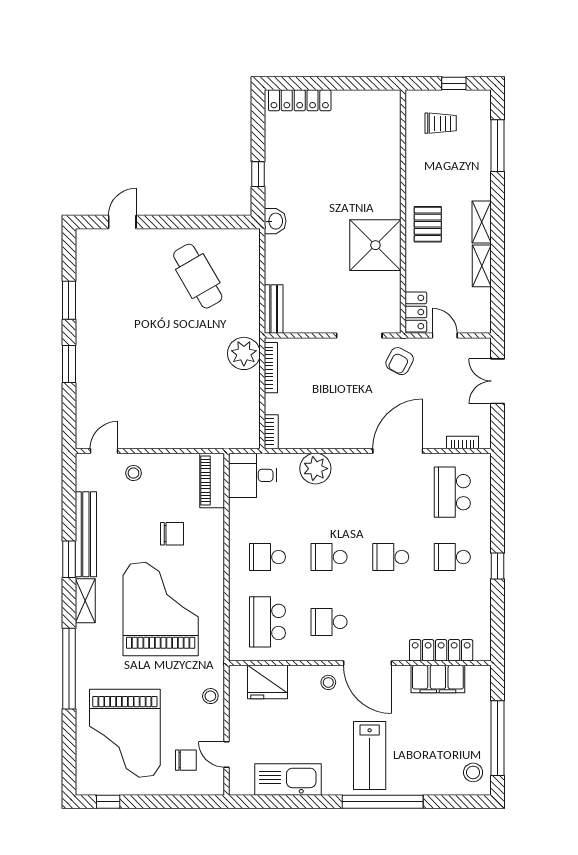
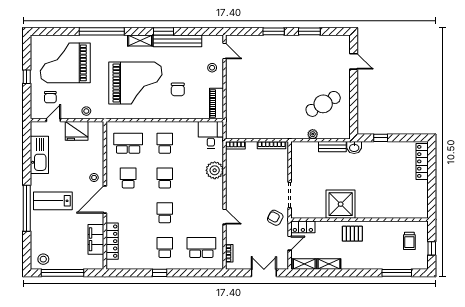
shelving: (482, 222) -> (304, 264), moved
bench: (274, 309) -> (332, 147), moved
plant: (244, 353) -> (313, 134), moved, width x0.53, depth x0.53
door: (398, 451) -> (225, 217), width x0.53
piano: (212, 480) -> (216, 104), moved, turned -90
fridge: (268, 682) -> (77, 131), moved, turned -90
window: (108, 802) -> (27, 77), moved

